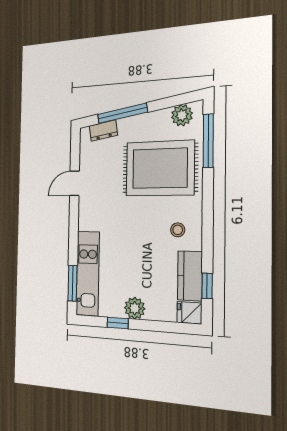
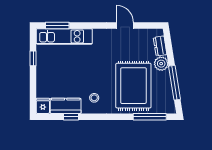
window: (122, 113) -> (175, 83), moved
plant: (182, 115) -> (161, 64), moved
window: (207, 286) -> (71, 117), moved
plant: (135, 308) -> (43, 70), removed

